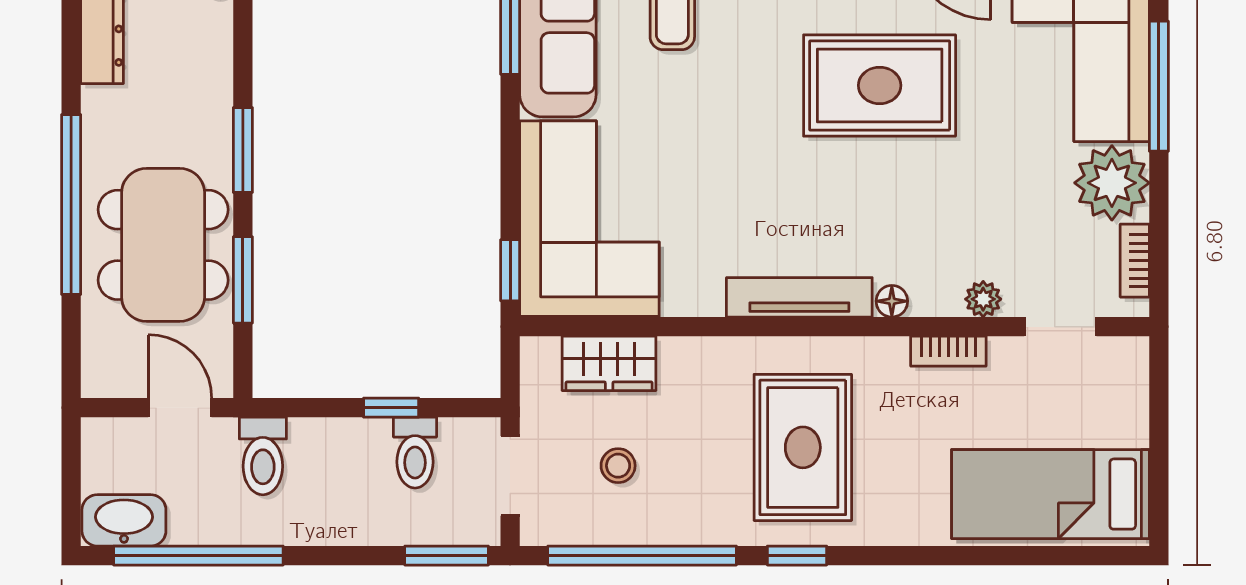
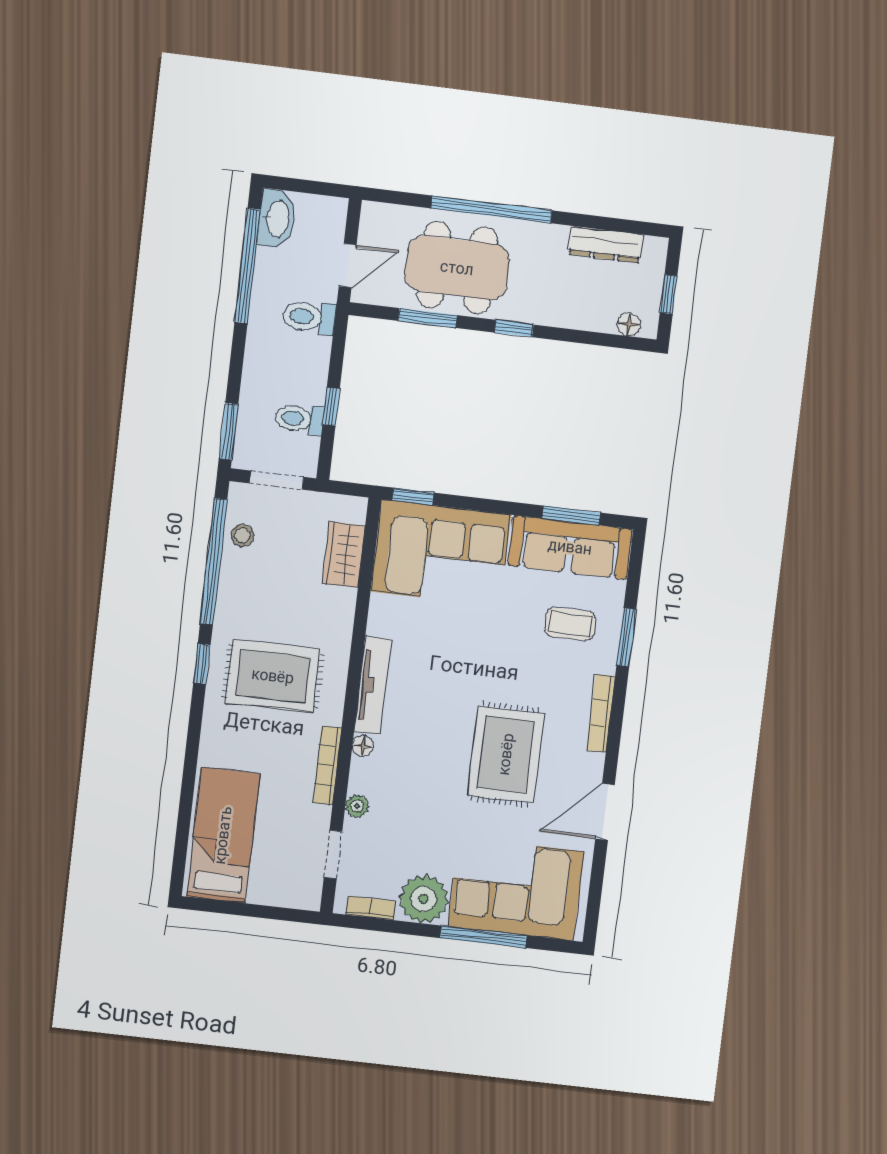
window: (243, 150) -> (514, 329), width x0.67
bookcase: (948, 351) -> (327, 765), width x1.56
stool: (618, 466) -> (242, 536), moved

